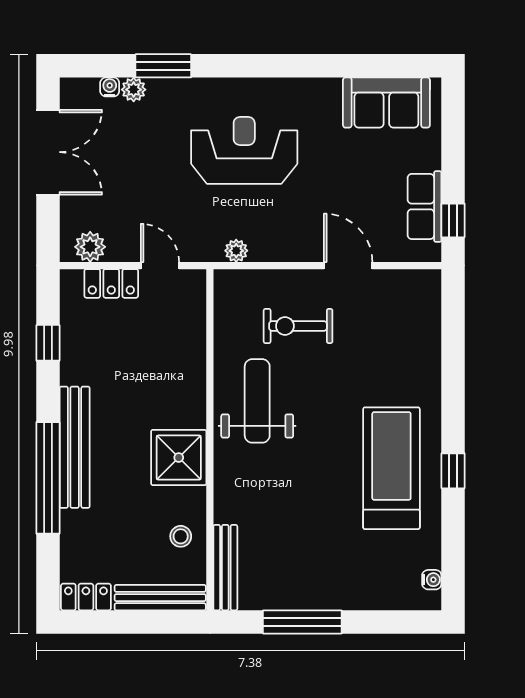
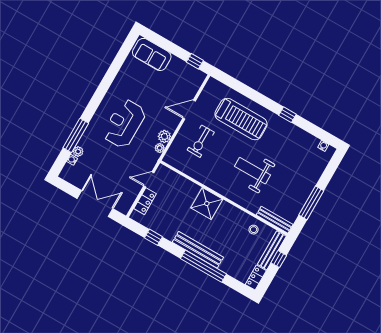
window: (163, 66) -> (76, 135), width x1.44
sofa: (386, 103) -> (152, 54), moved, turned 90
double door: (48, 152) -> (95, 204), moved
row of seats: (425, 206) -> (184, 69), removed
plant: (90, 247) -> (164, 136), moved
weight bench: (257, 401) -> (253, 171), moved
shower: (179, 458) -> (207, 204), moved
treadmill: (391, 468) -> (241, 119), moved, turned 180
window: (150, 622) -> (279, 259), added

